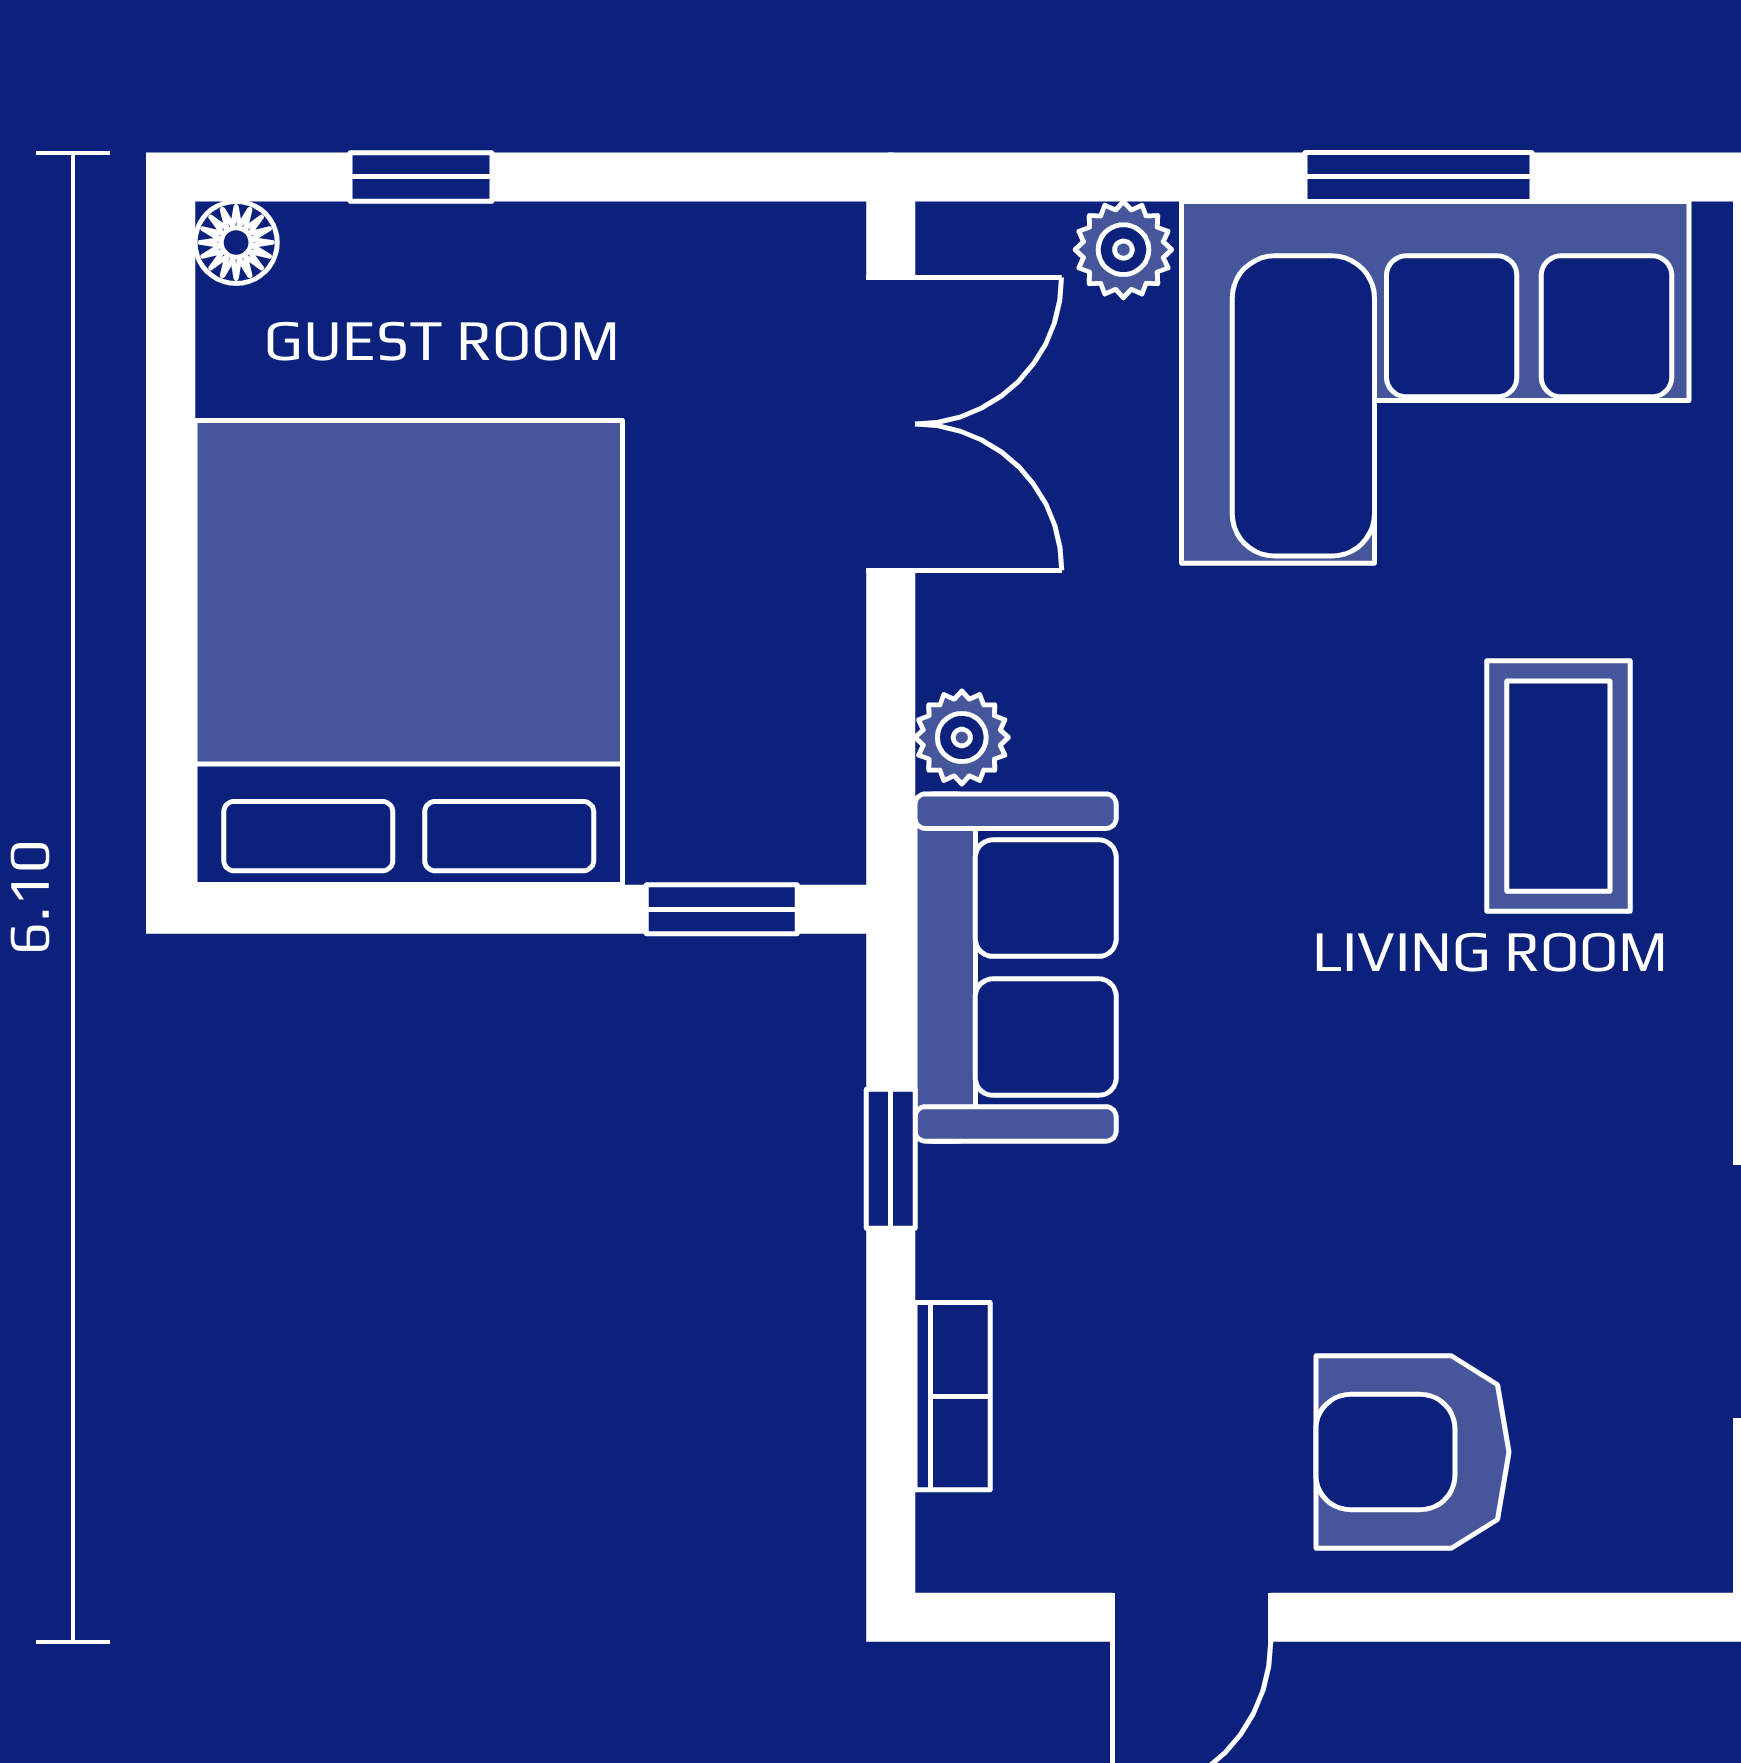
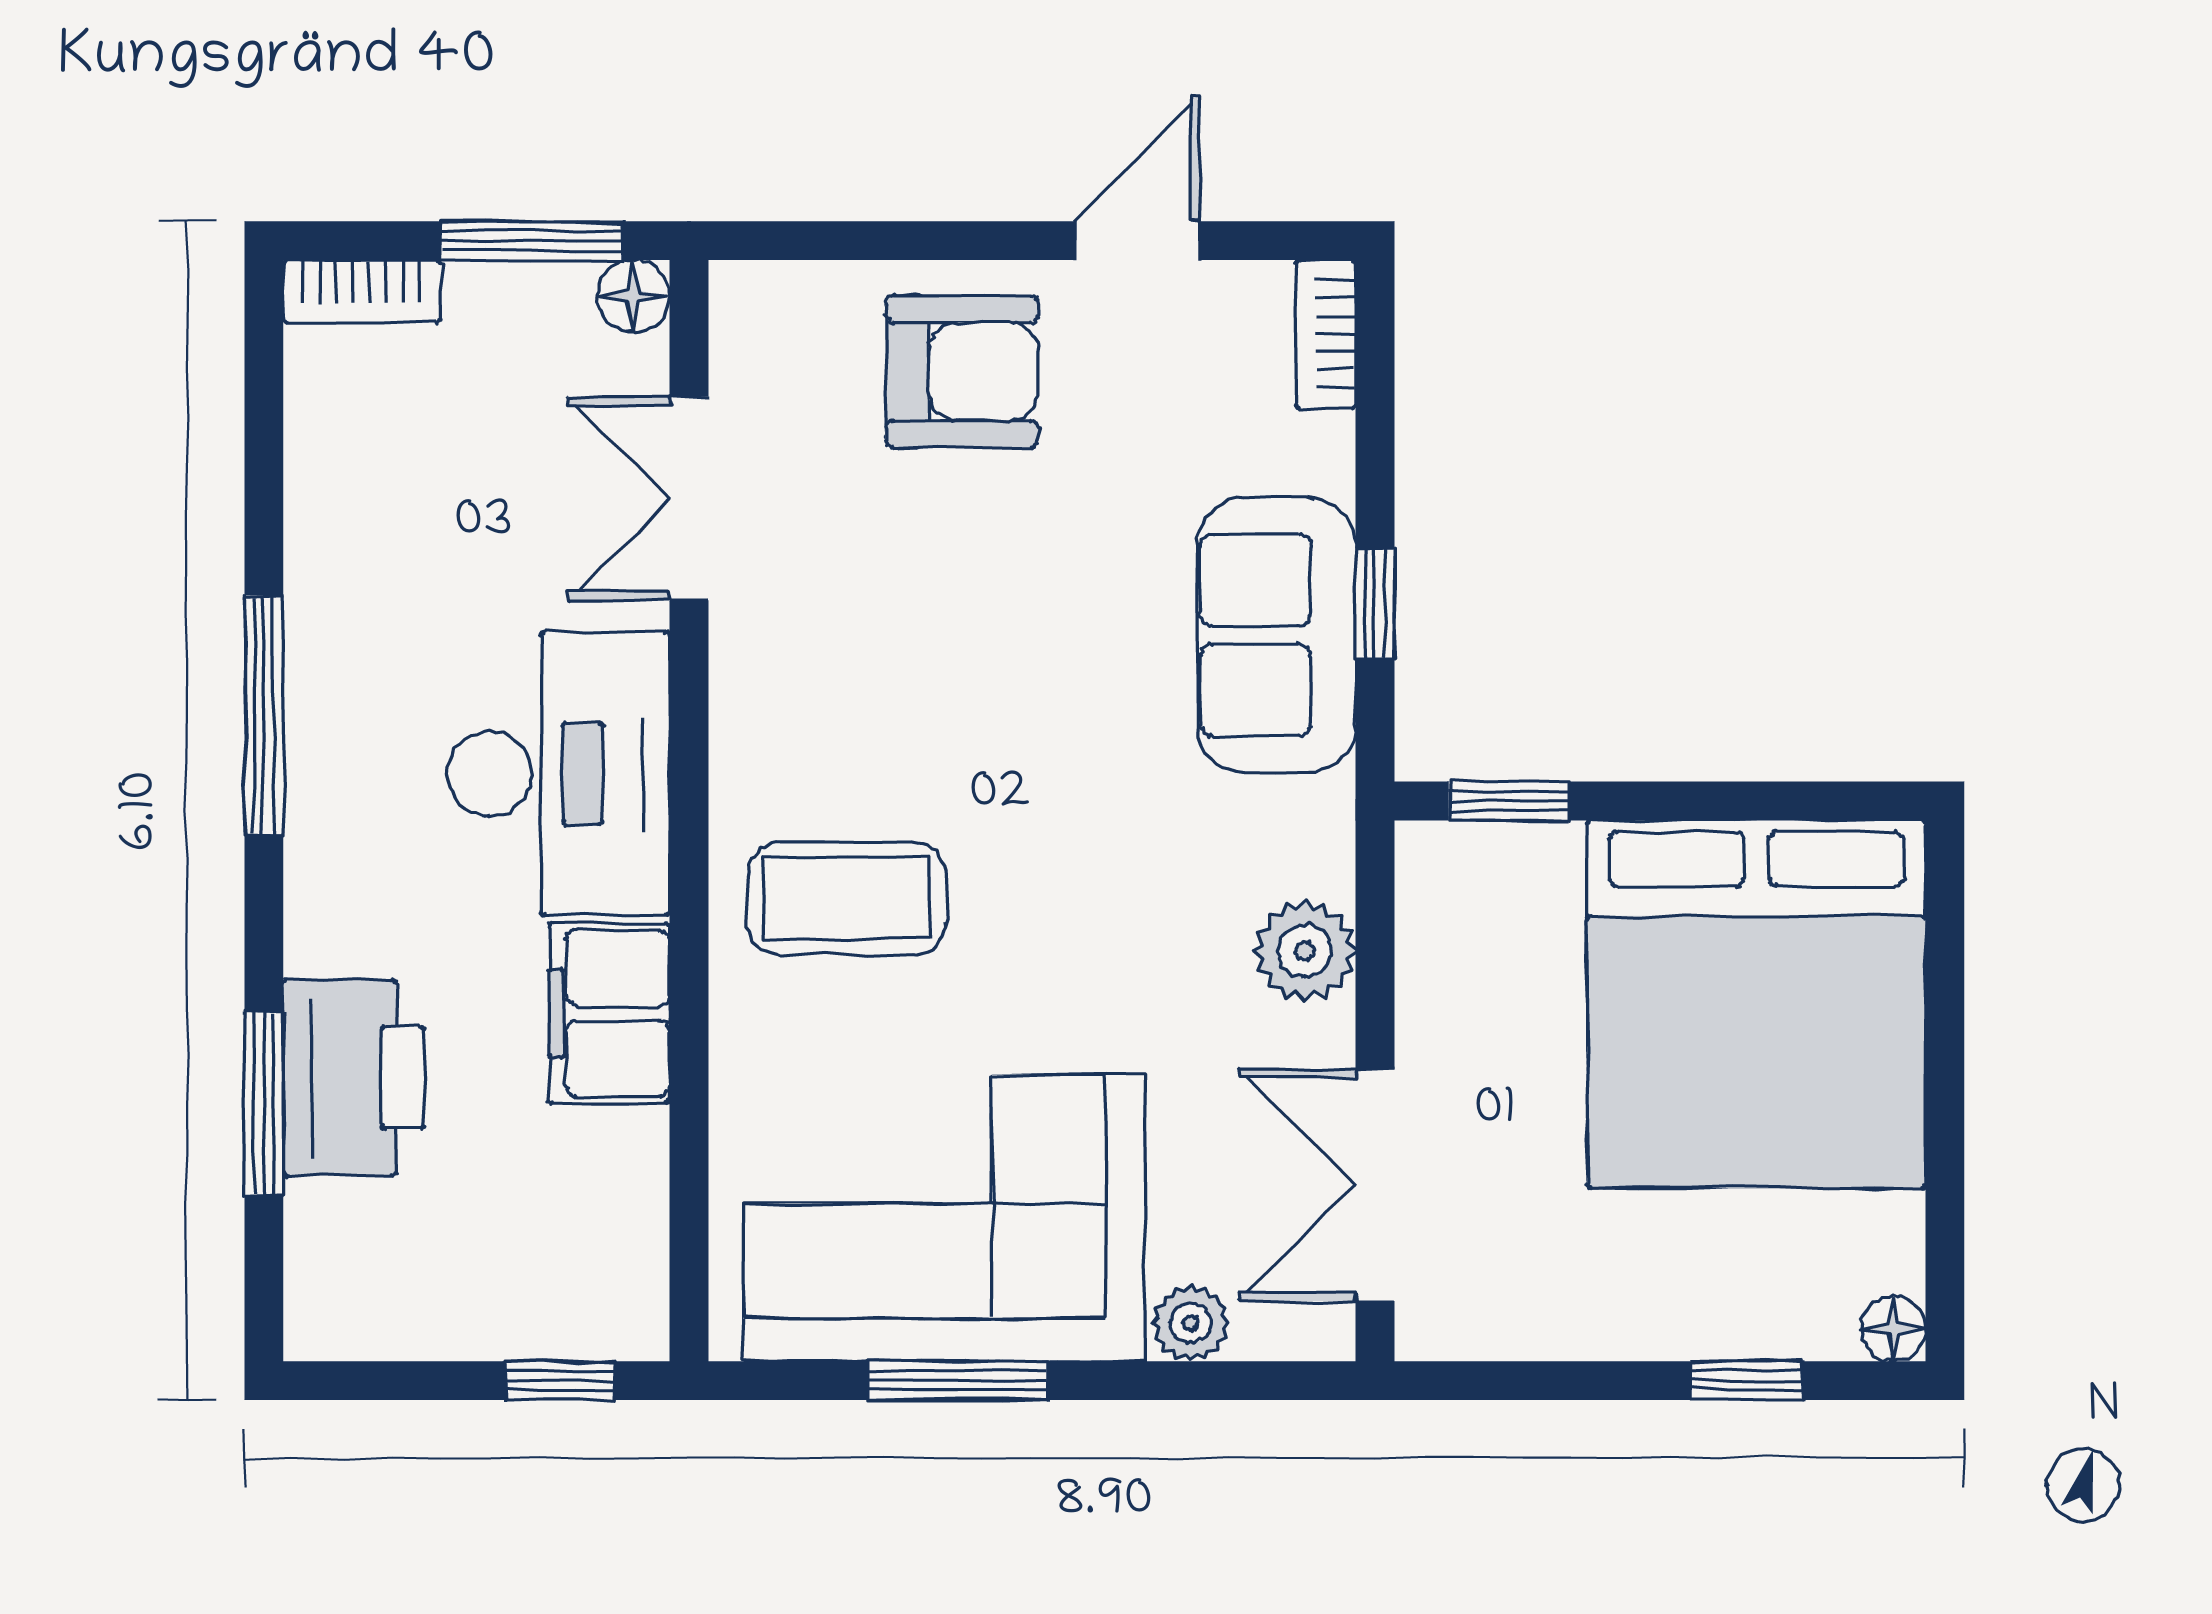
plant: (962, 737) -> (1305, 951), width x1.38, depth x1.38
coffee table: (1558, 786) -> (847, 898), turned 90
sofa: (1016, 968) -> (1276, 635), moved
bookcase: (953, 1396) -> (1326, 334), moved

